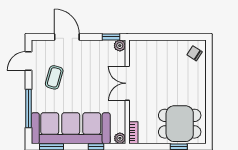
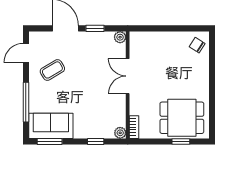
window: (111, 37) -> (95, 28), moved
coffee table: (54, 77) -> (52, 70), turned 43
sofa: (71, 128) -> (51, 126), width x0.54, depth x0.79

